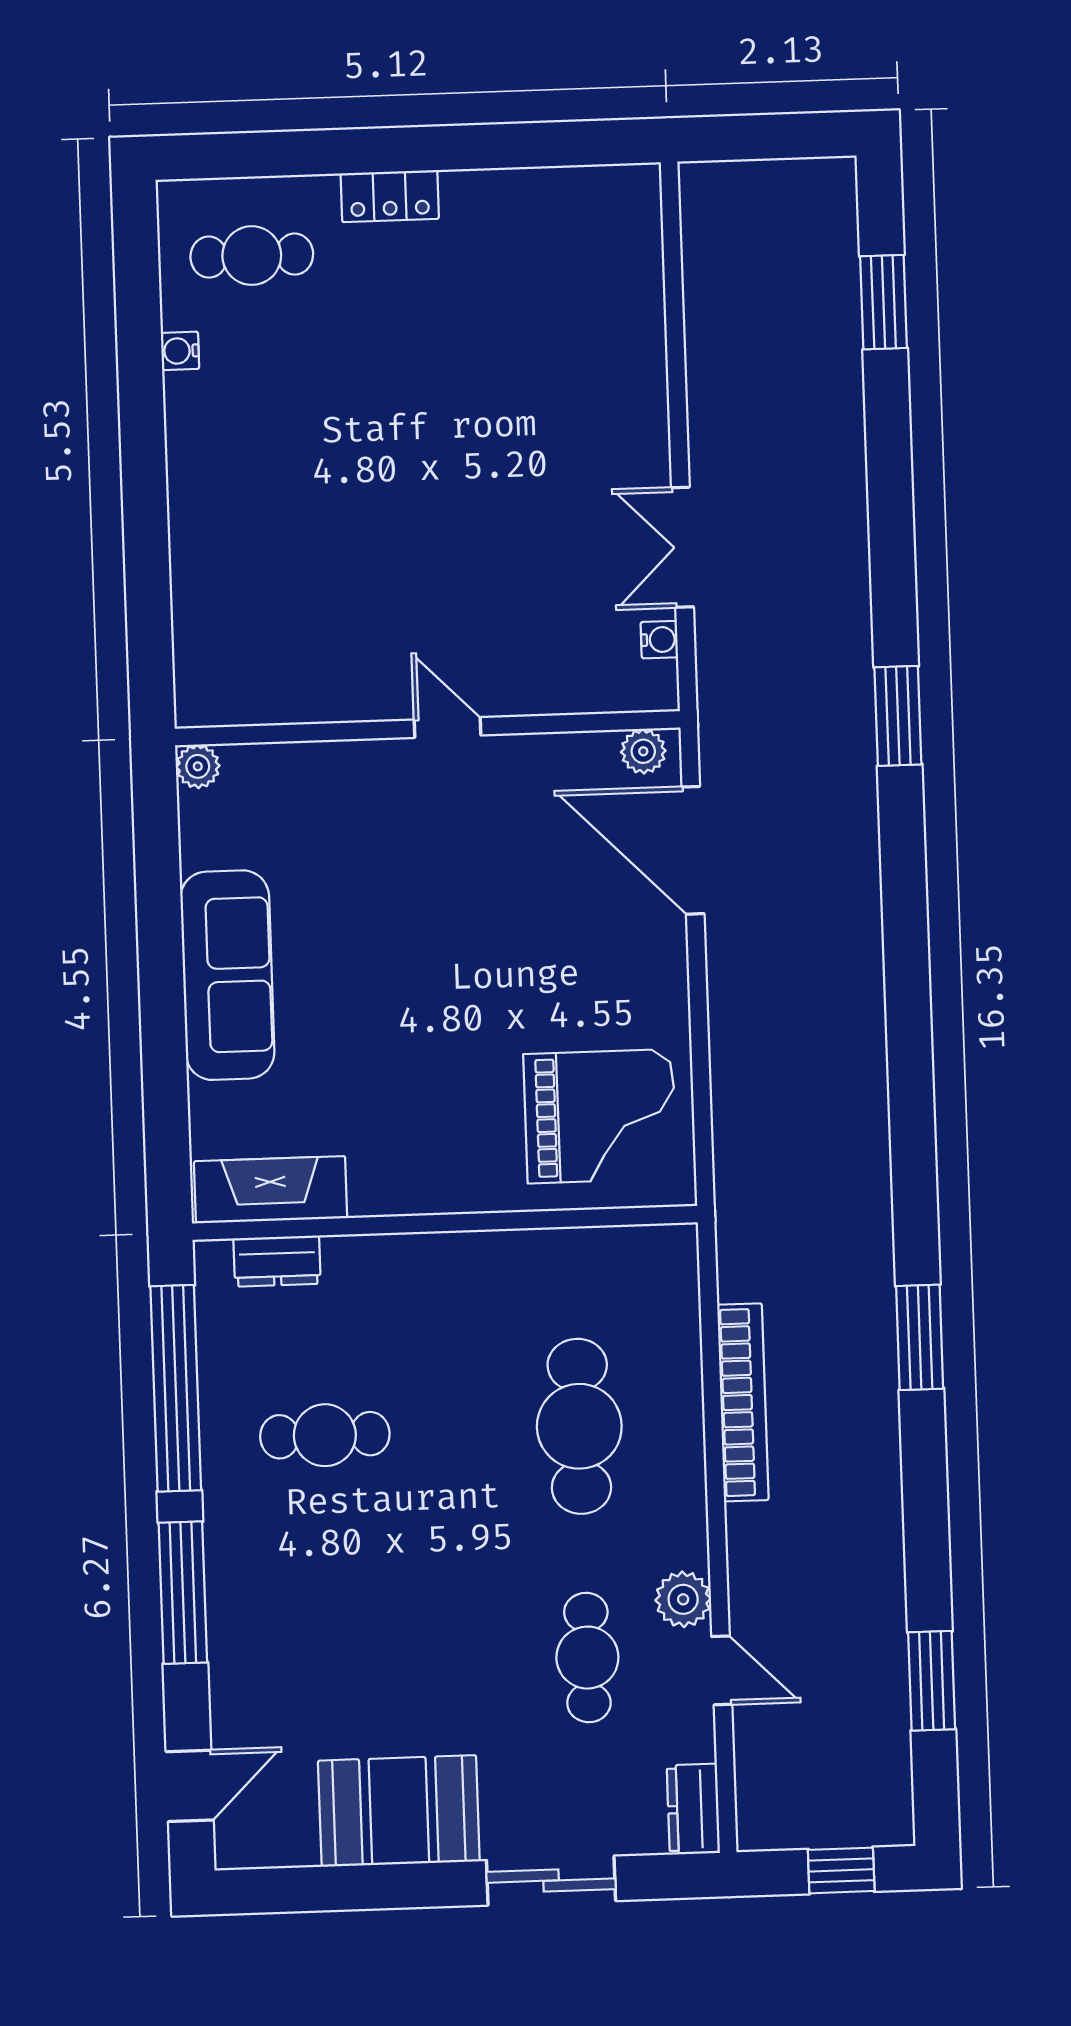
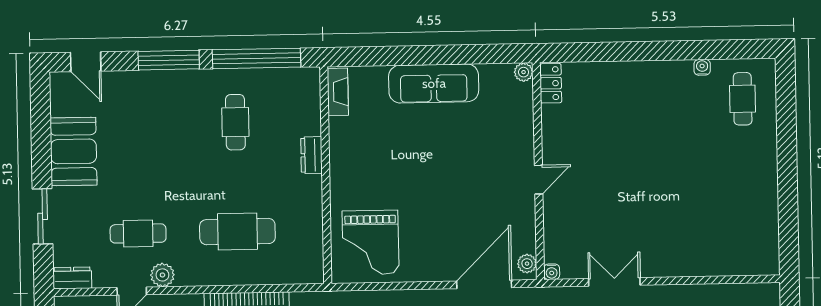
locker: (390, 196) -> (551, 83), moved, turned 180
water cooler: (659, 640) -> (552, 272), moved
fireplace: (271, 1190) -> (338, 92), width x0.73, depth x0.76
dresser: (277, 1261) -> (311, 155), moved

